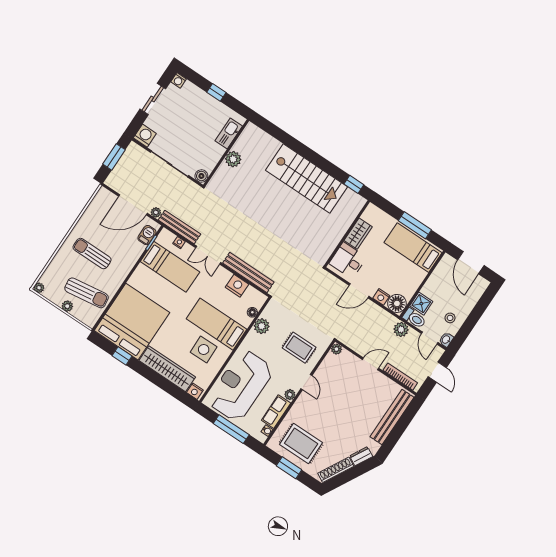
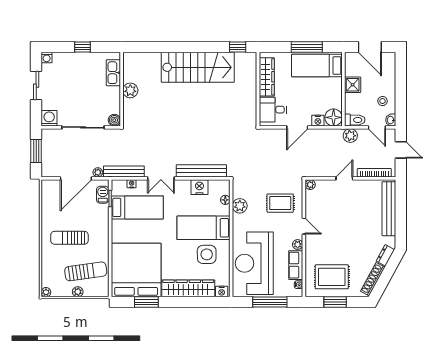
wardrobe: (358, 234) -> (267, 77), width x1.50
shower: (421, 304) -> (353, 85), moved
window: (122, 356) -> (146, 302), width x1.50

